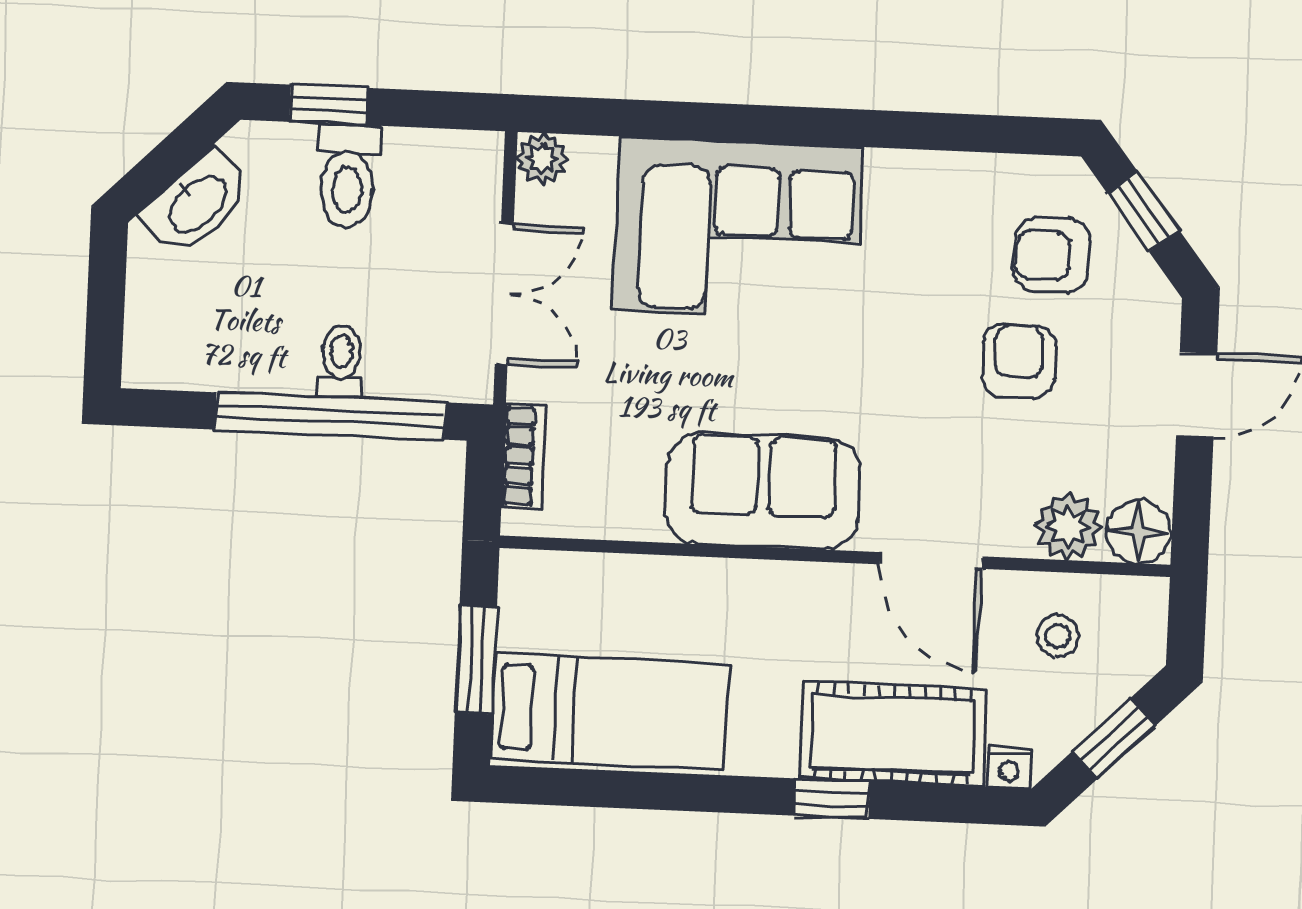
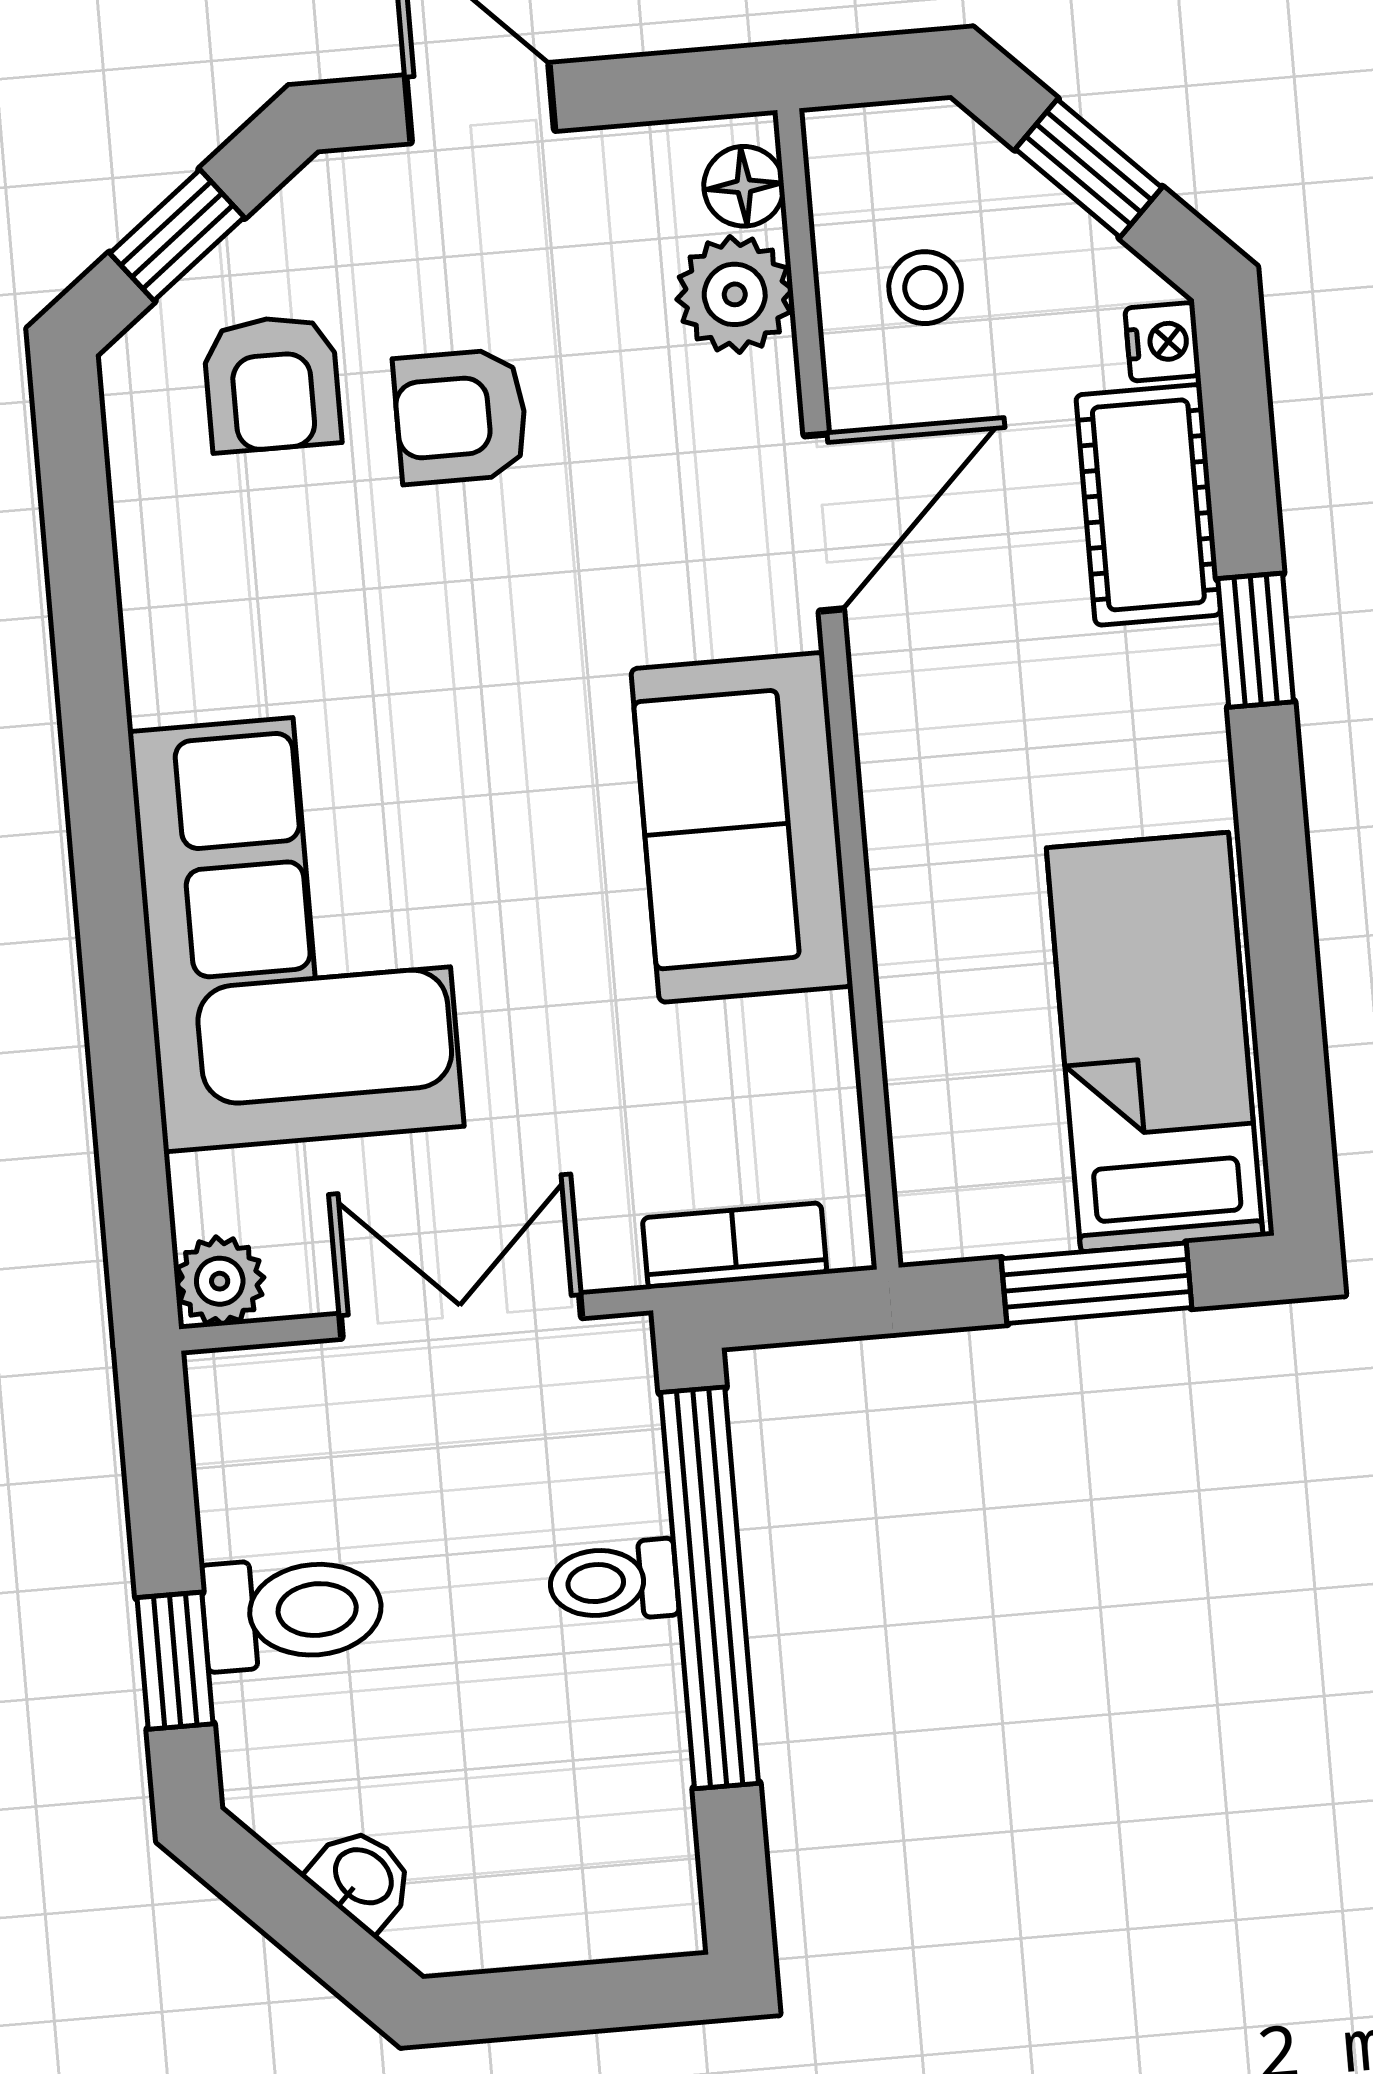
washbasin: (197, 203) -> (362, 1878), width x0.52, depth x0.69
floor lamp: (1138, 532) -> (744, 186), width x0.73, depth x0.73
cot: (893, 734) -> (1148, 505), width x0.73, depth x0.75

